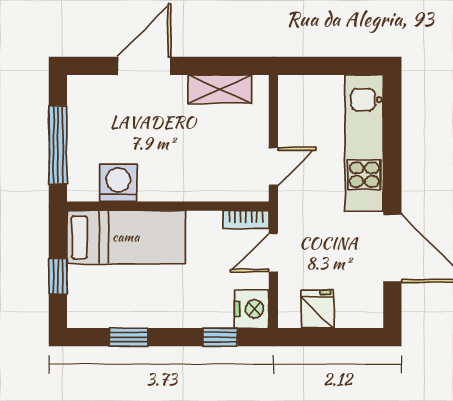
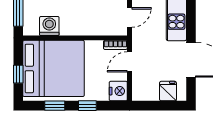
bed: (126, 237) -> (54, 68), width x2.04
fridge: (317, 309) -> (168, 91), moved
window: (220, 337) -> (87, 106), moved

